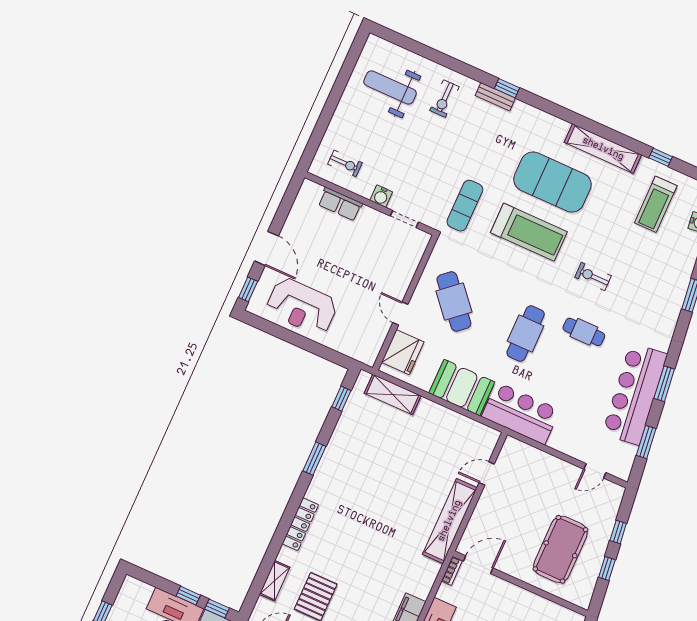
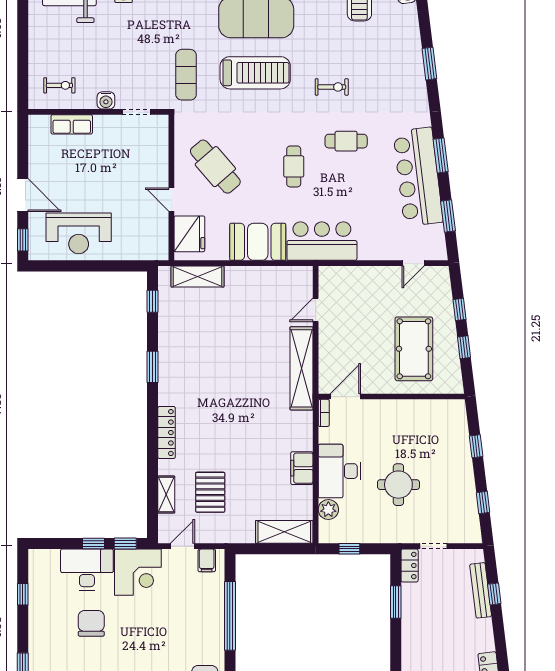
exercise bike: (593, 277) -> (332, 87), turned 180
cafe table: (526, 334) -> (294, 166), width x0.73, depth x0.74

